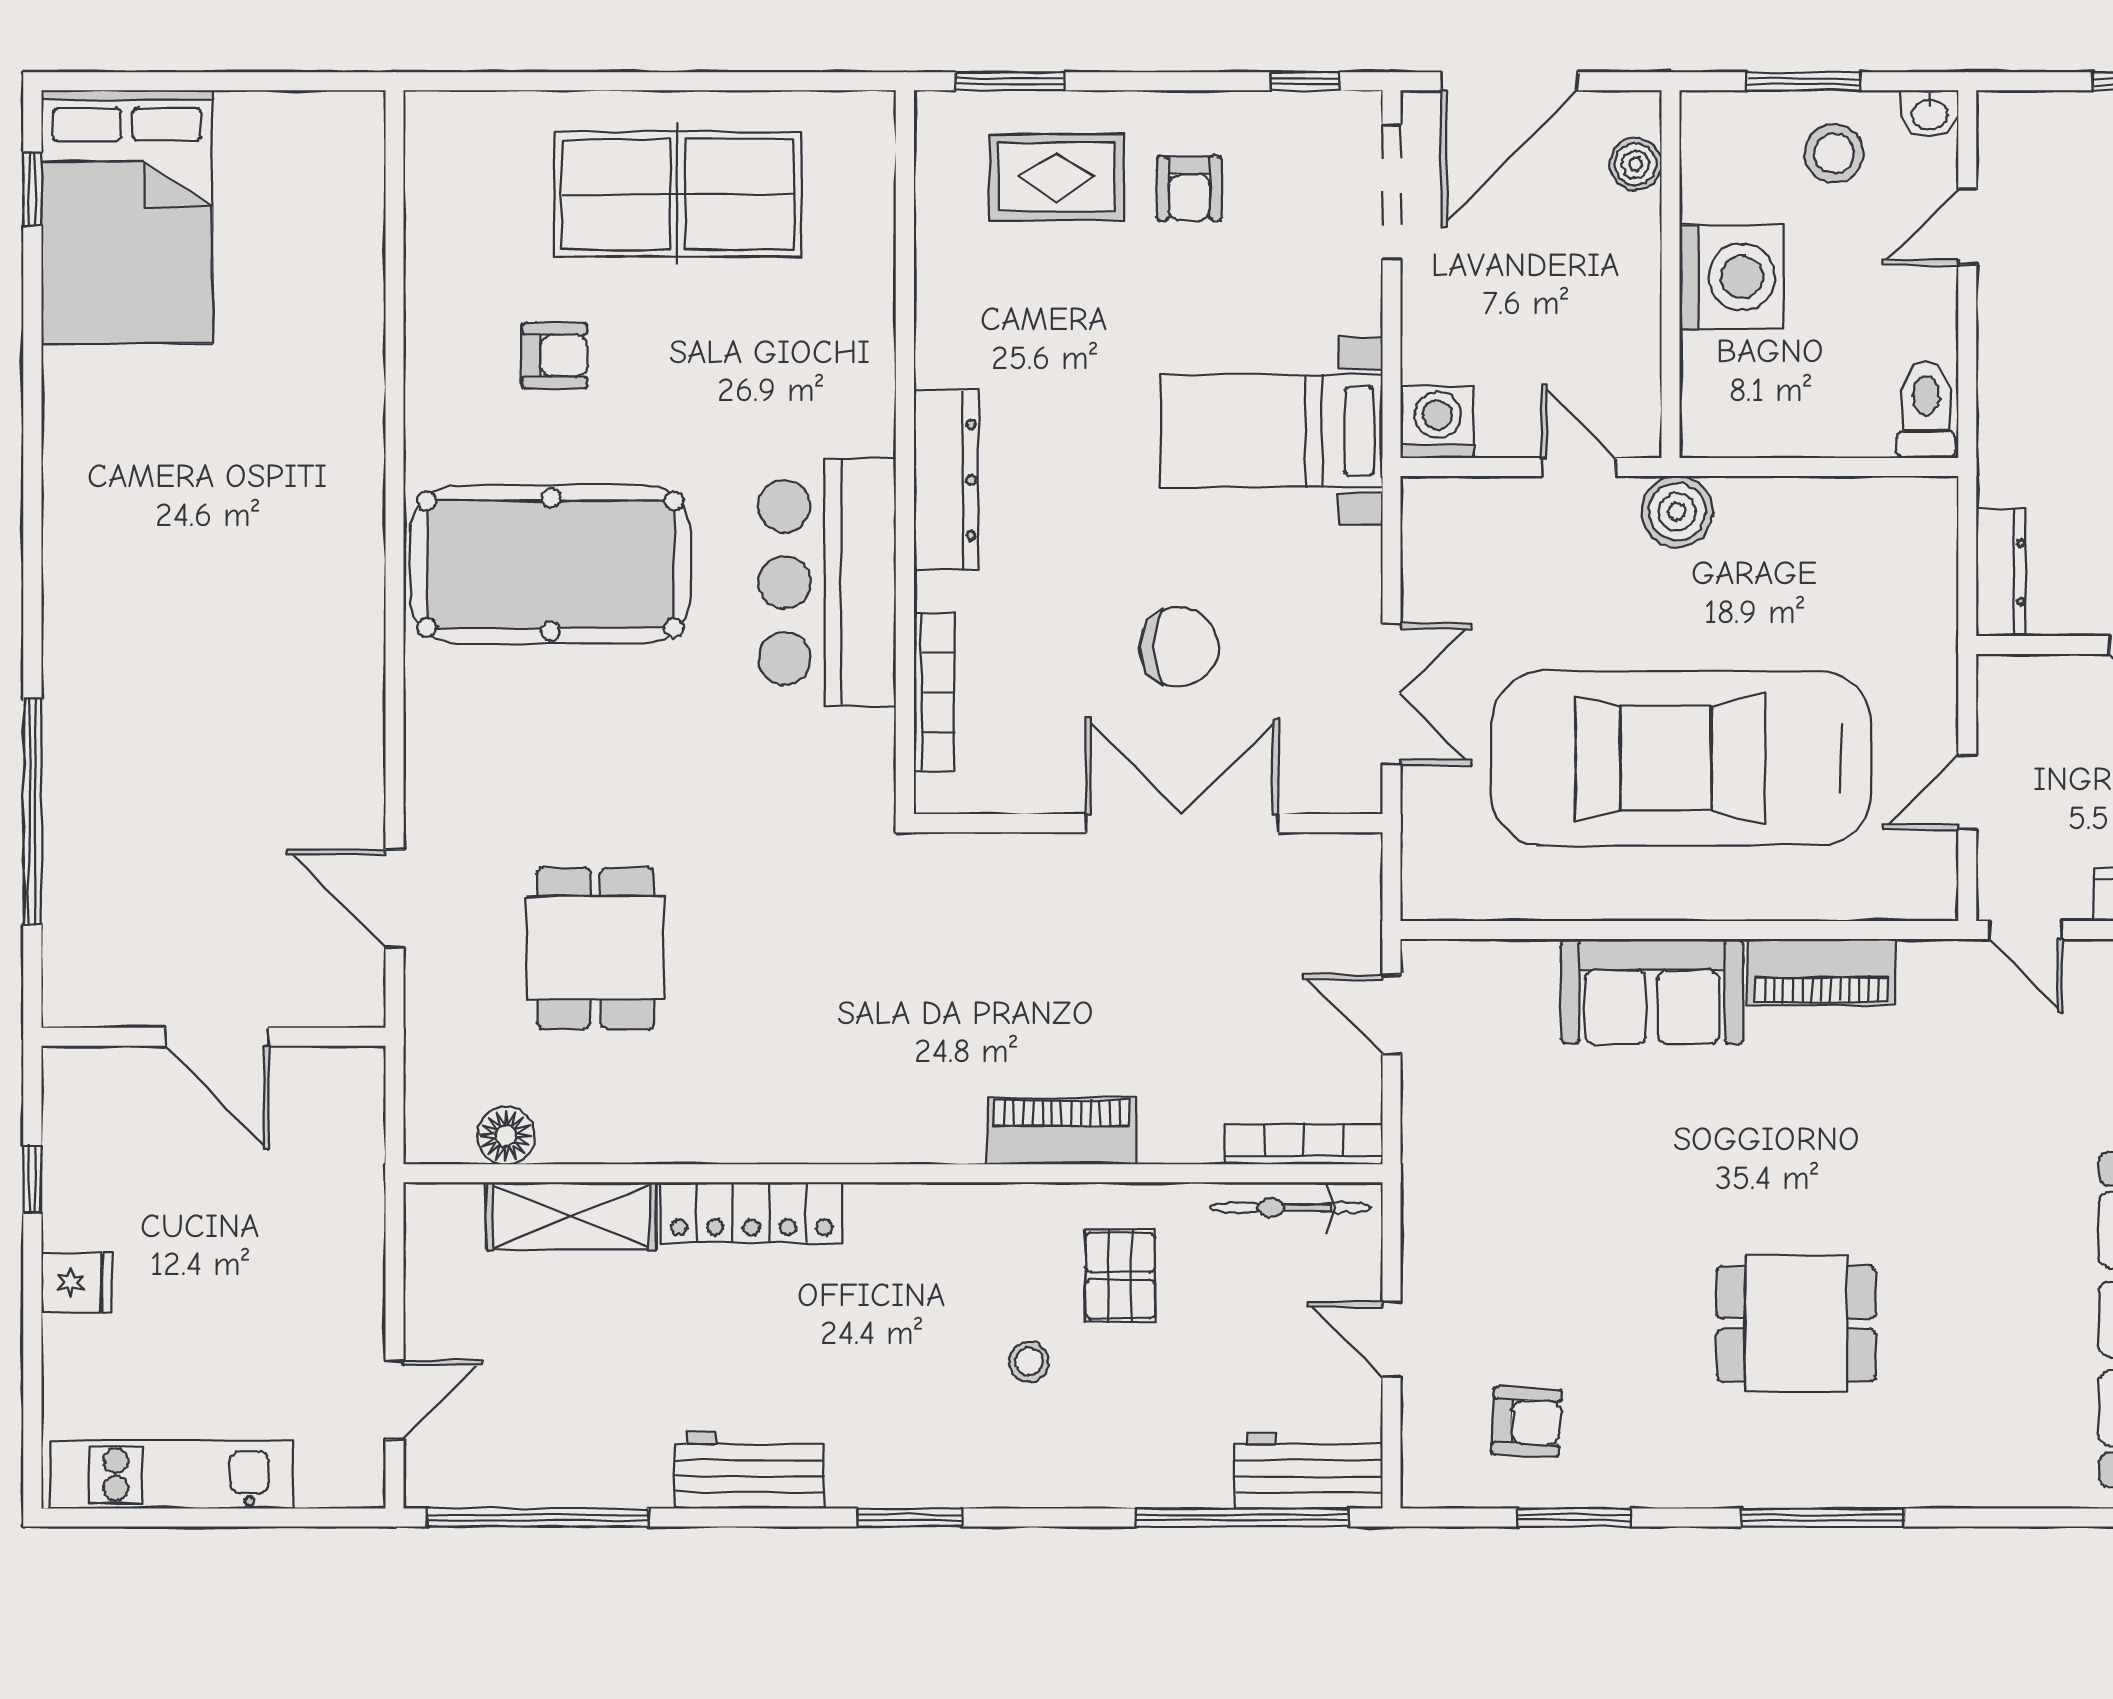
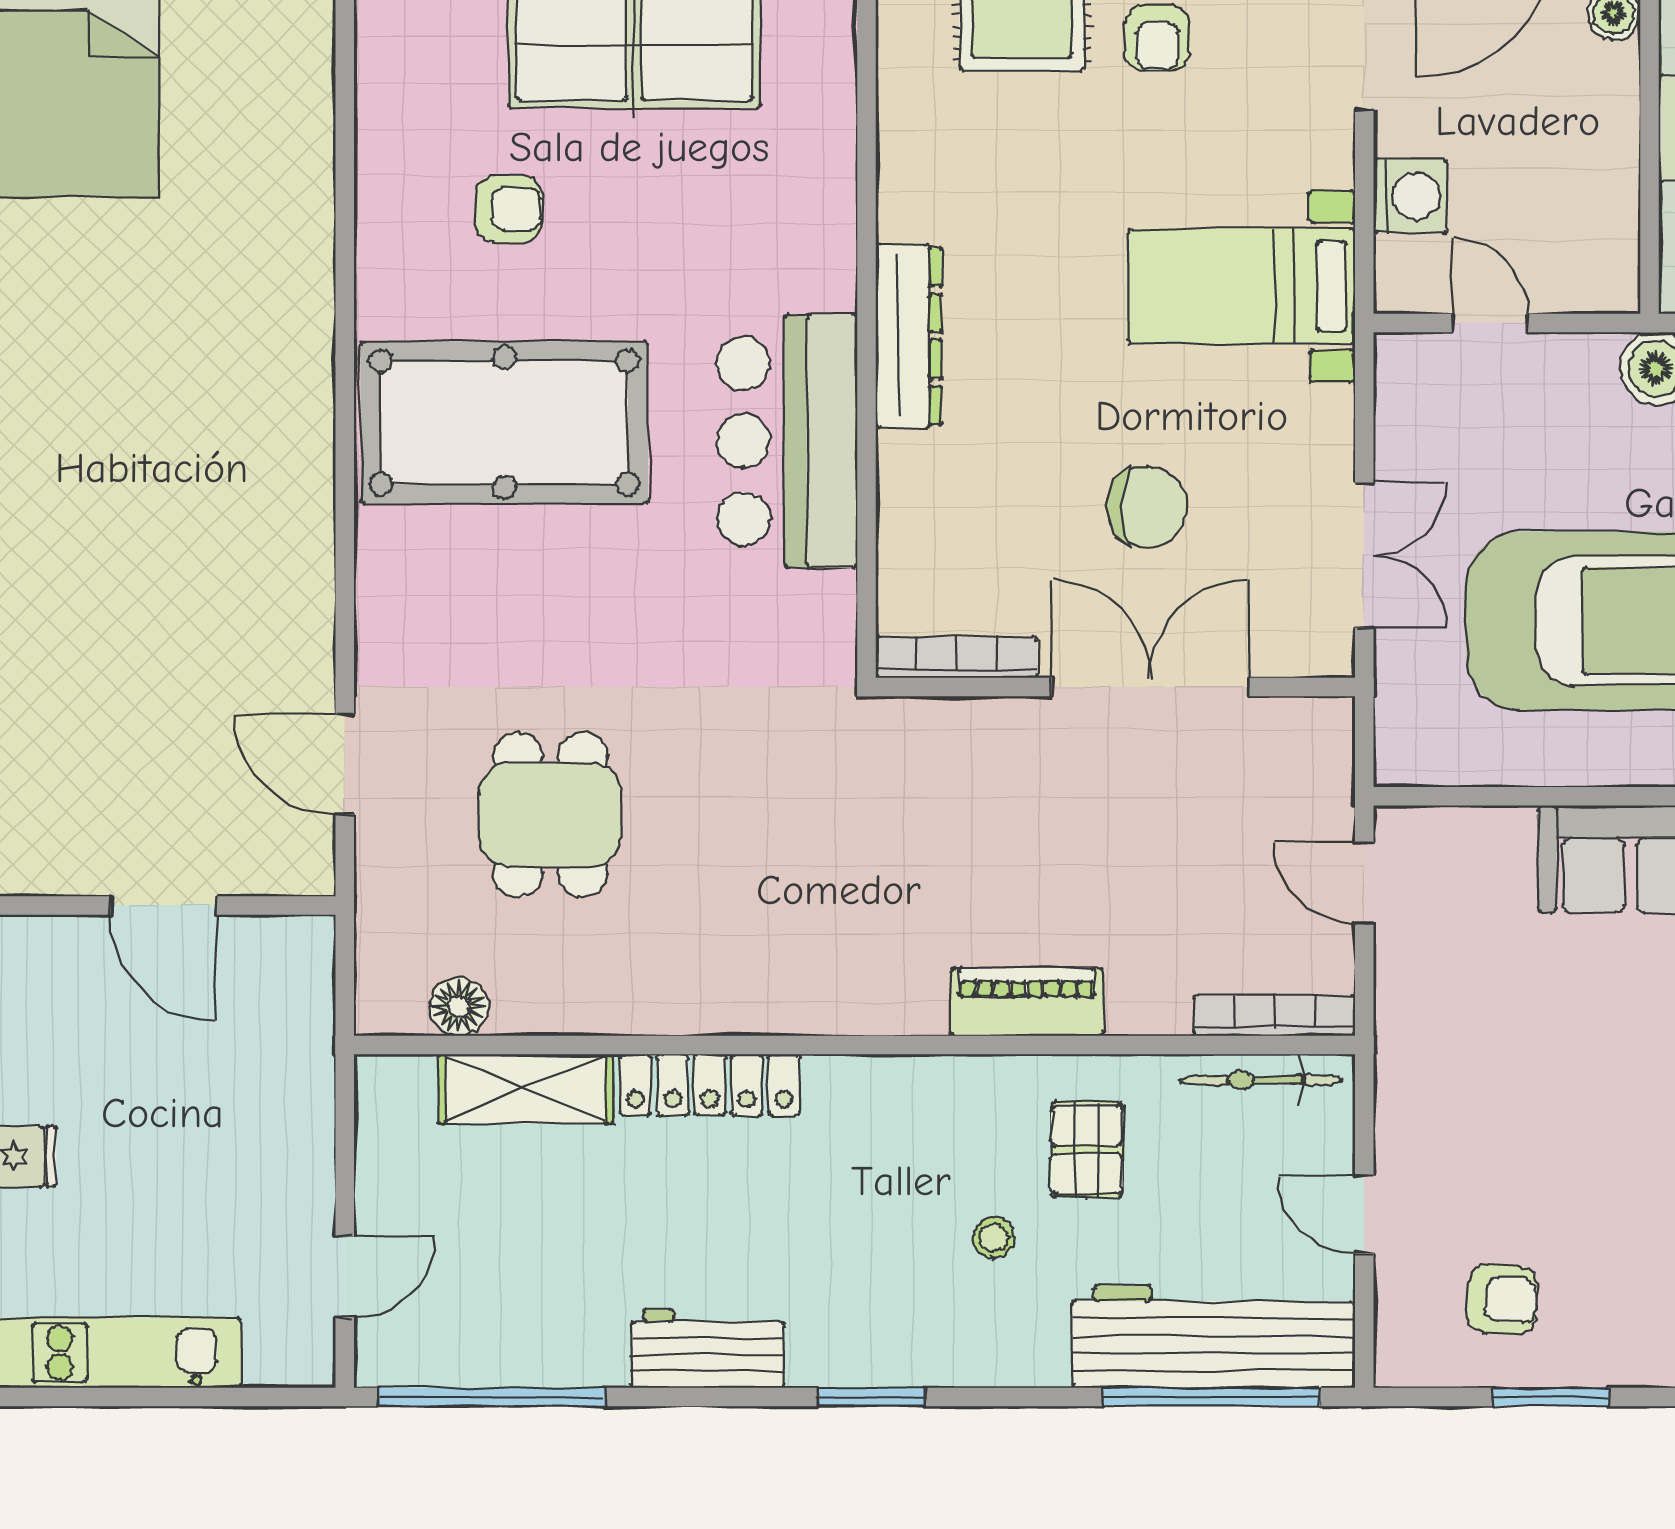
washing machine: (1438, 422) -> (1410, 196), moved, turned 90
door: (1579, 467) -> (1490, 323), moved
bookcase: (934, 692) -> (956, 657), moved, turned -90
workbench: (1309, 1470) -> (1213, 1336), width x1.88, depth x1.32

